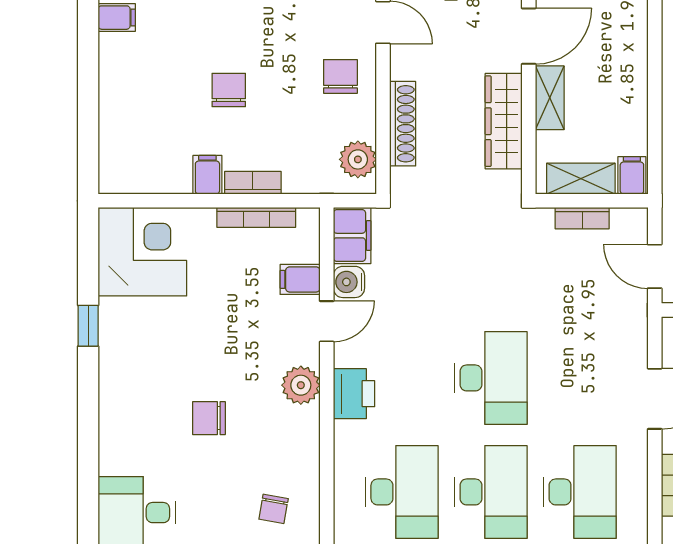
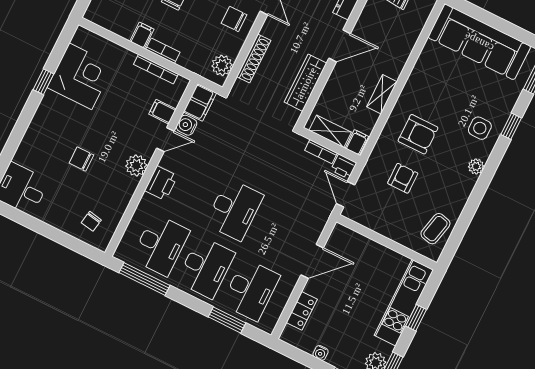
chair: (340, 76) -> (234, 19), turned -90
shelving: (550, 98) -> (382, 94), moved
printer: (630, 224) -> (344, 166), added
corner desk: (142, 252) -> (80, 76), moved

